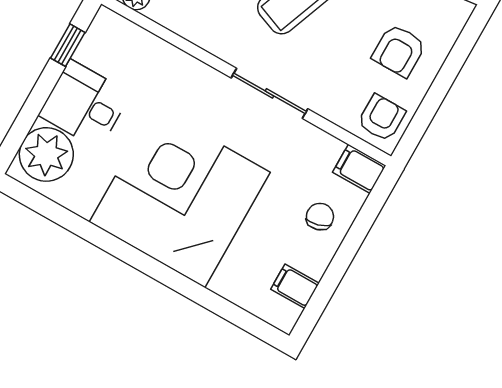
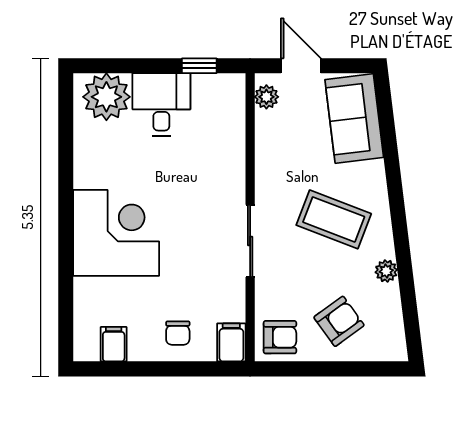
armchair: (399, 51) -> (339, 321), turned 144
corner desk: (180, 197) -> (116, 233), width x0.74, depth x0.74
chair: (320, 217) -> (178, 333), turned 106

